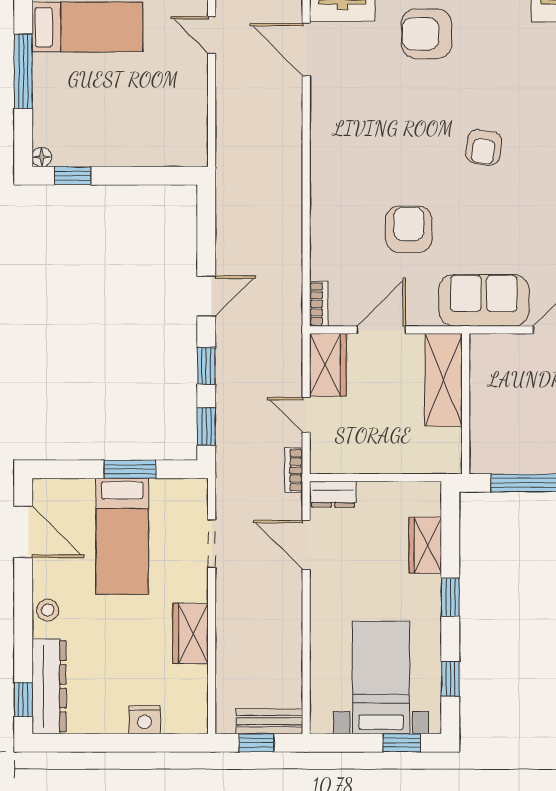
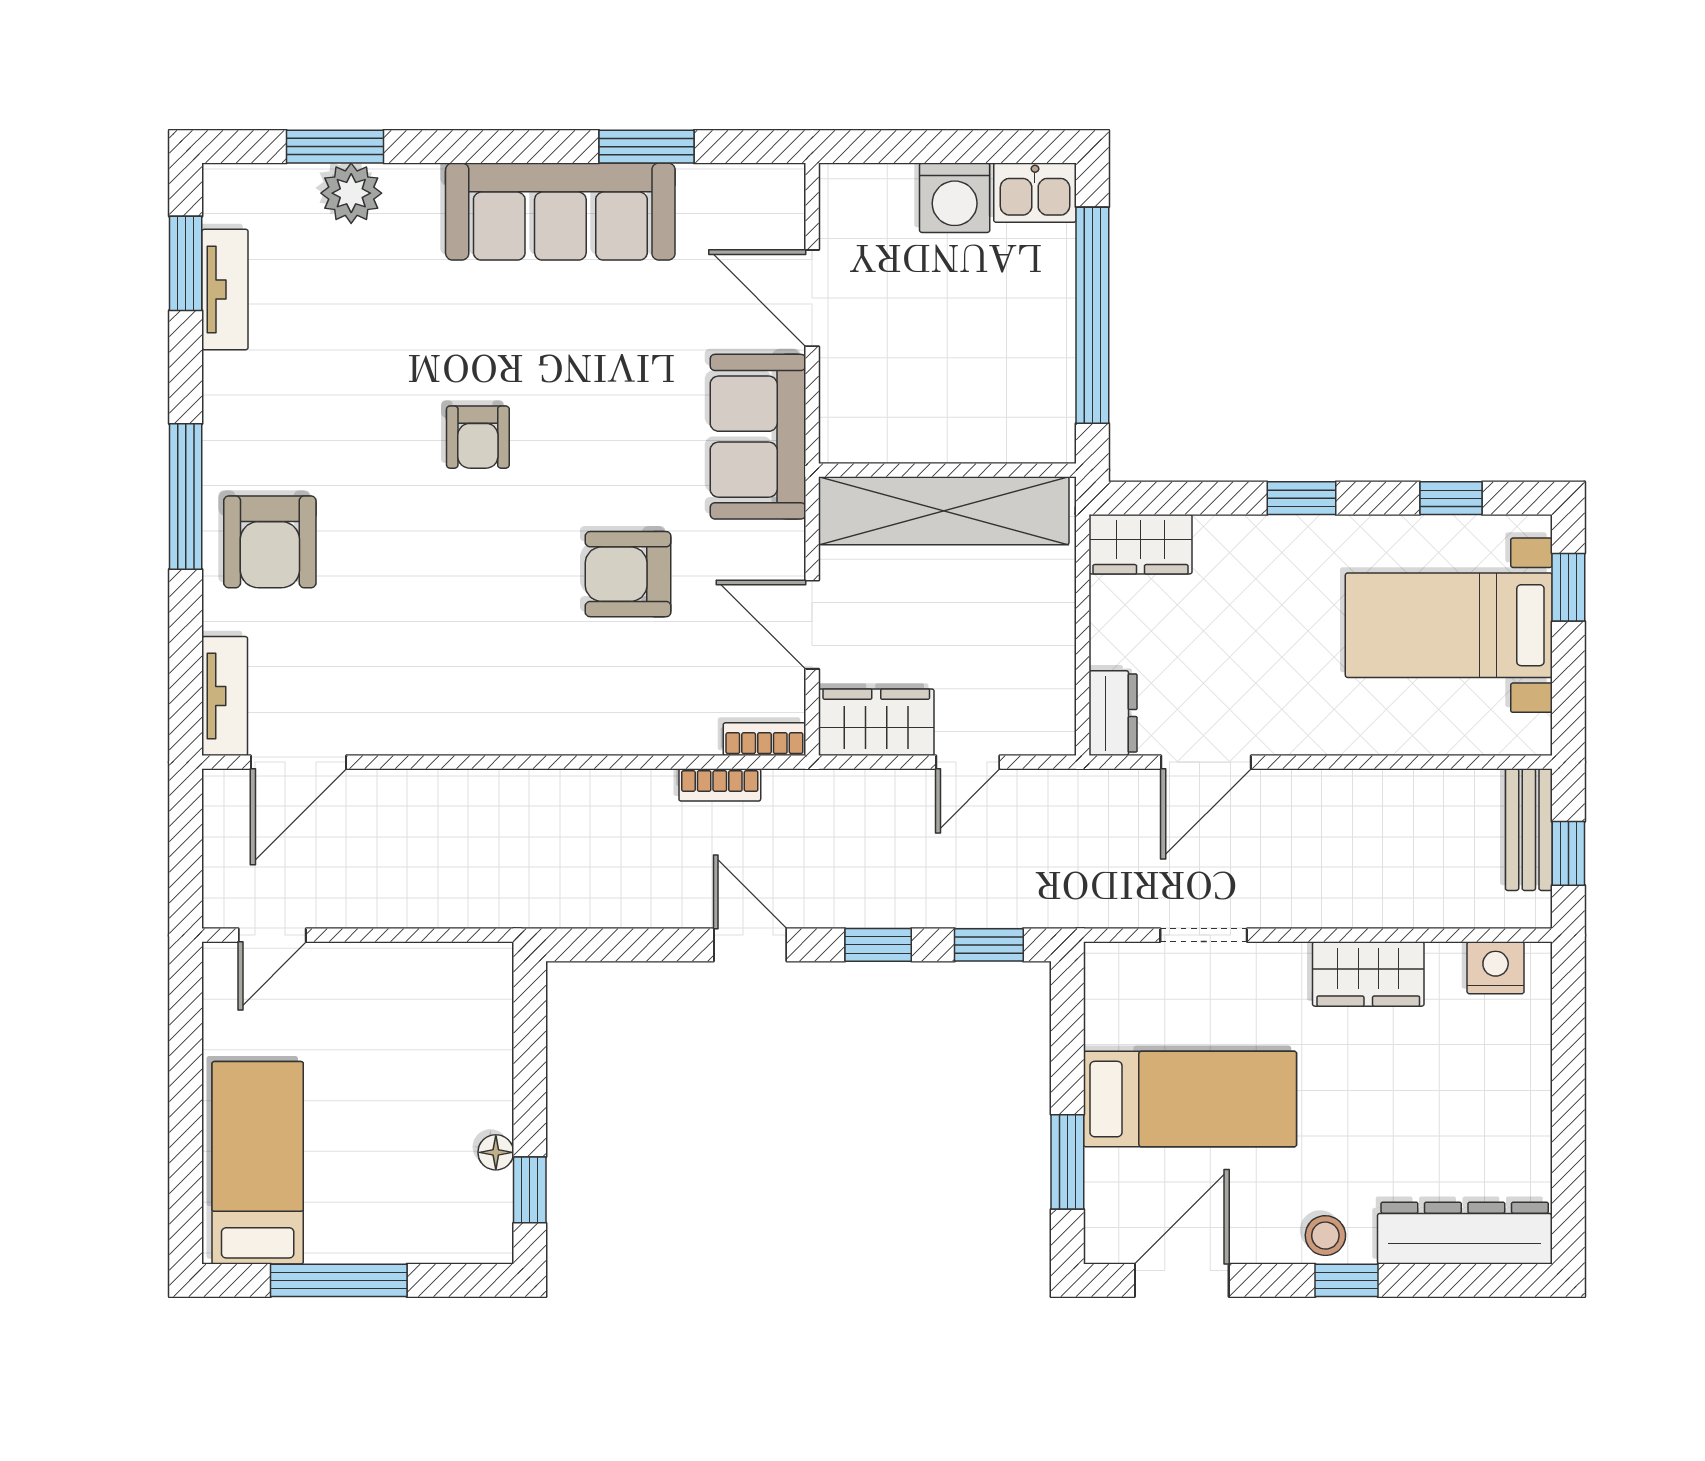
armchair: (484, 147) -> (478, 437), turned 82
floor lamp: (42, 157) -> (496, 1152), moved
shelving: (444, 380) -> (944, 511), width x1.47
window: (130, 469) -> (1067, 1162), moved
bookcase: (294, 470) -> (720, 785), moved
wardrobe: (425, 545) -> (1140, 544), moved
window: (23, 700) -> (1347, 1280), moved
nightstand: (144, 720) -> (1496, 968), moved, turned -90

